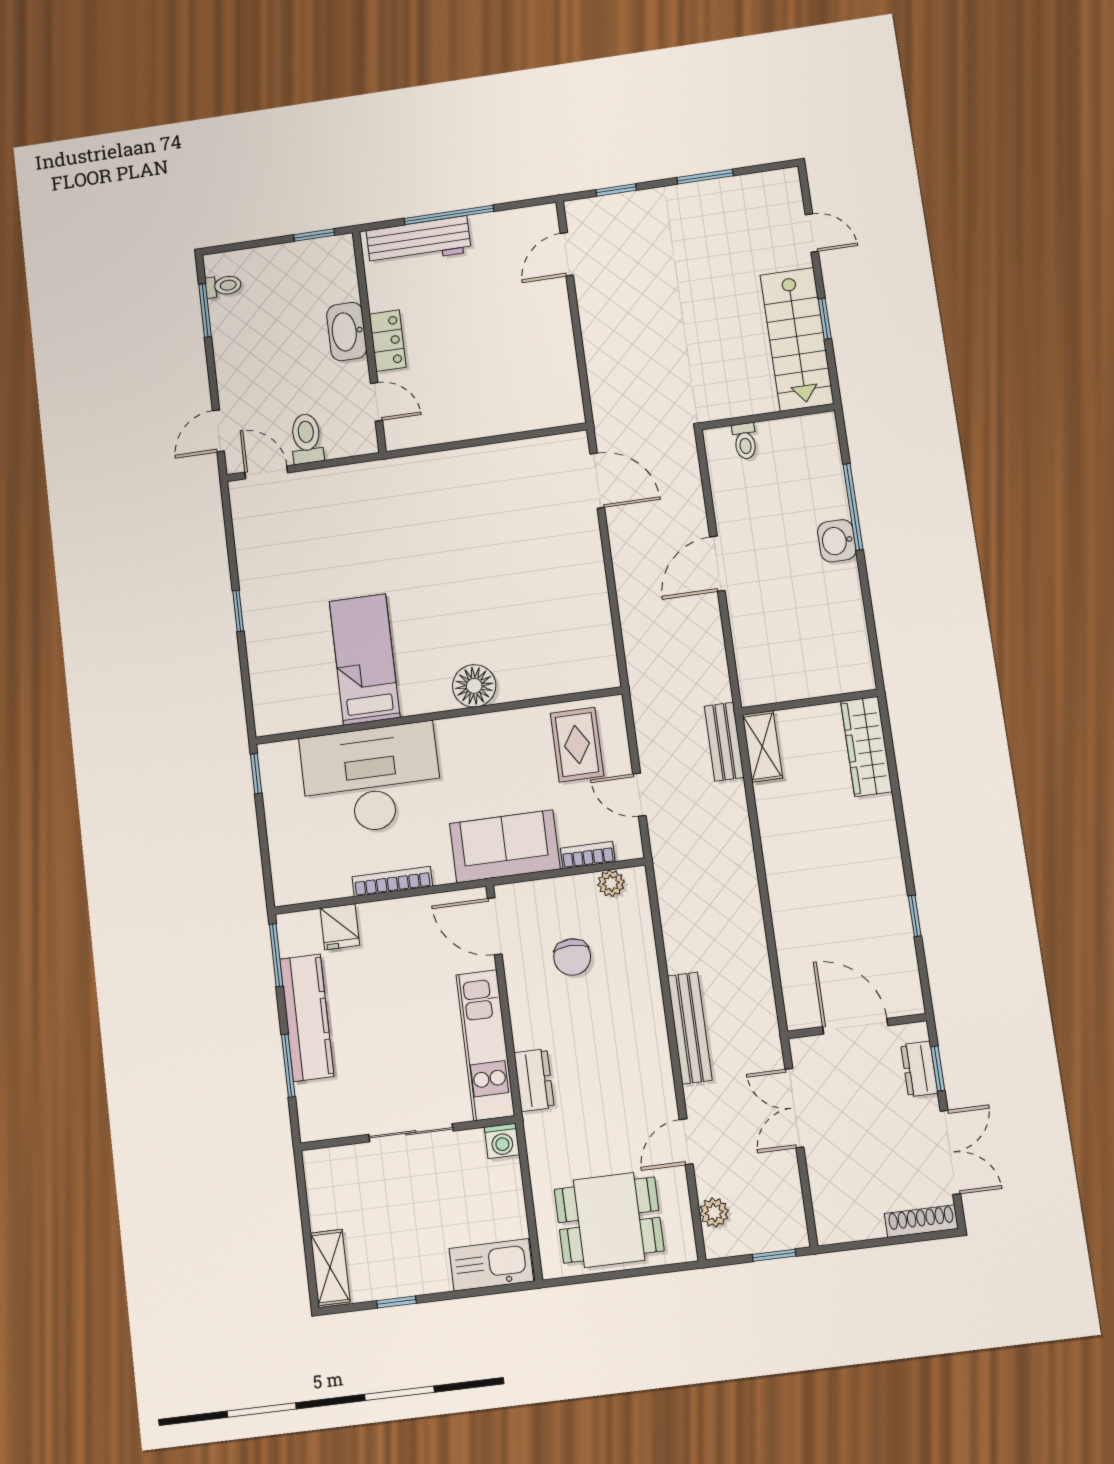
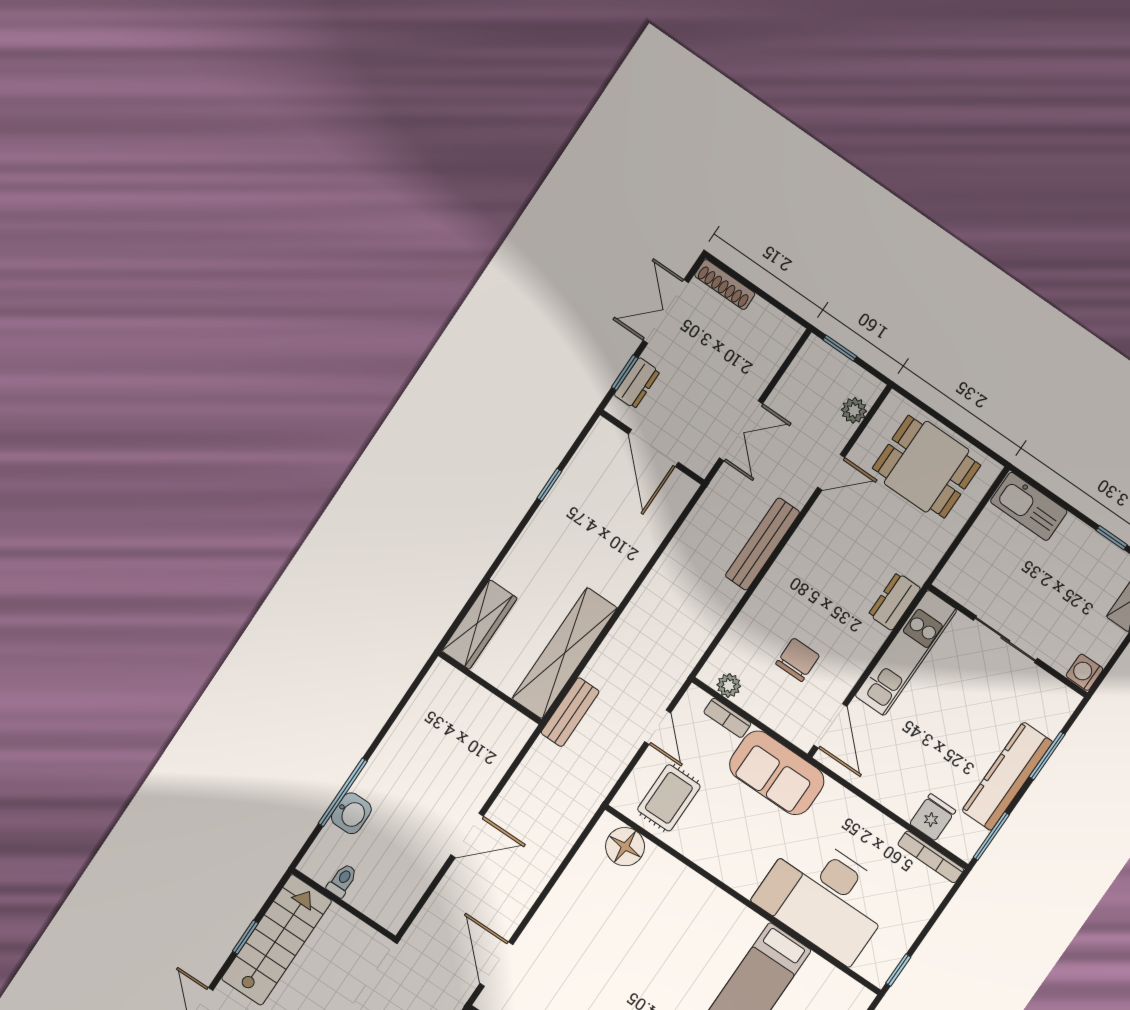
toilet: (745, 441) -> (342, 880), moved
washbasin: (837, 541) -> (351, 813), moved
floor lamp: (474, 686) -> (625, 847), moved
shelving: (762, 746) -> (565, 653), width x2.20, depth x1.33
bookcase: (392, 881) -> (931, 857), moved
washing machine: (502, 1141) -> (1084, 672), moved, turned -90

